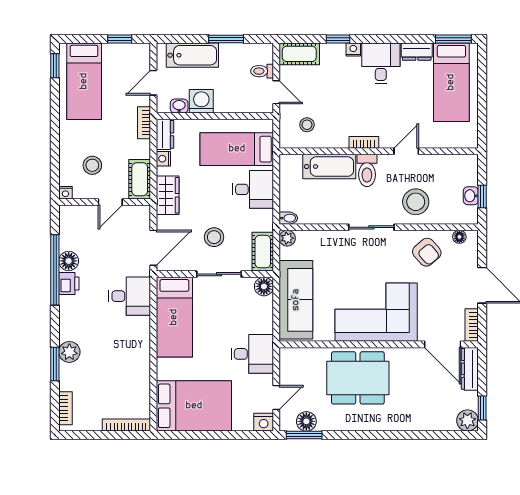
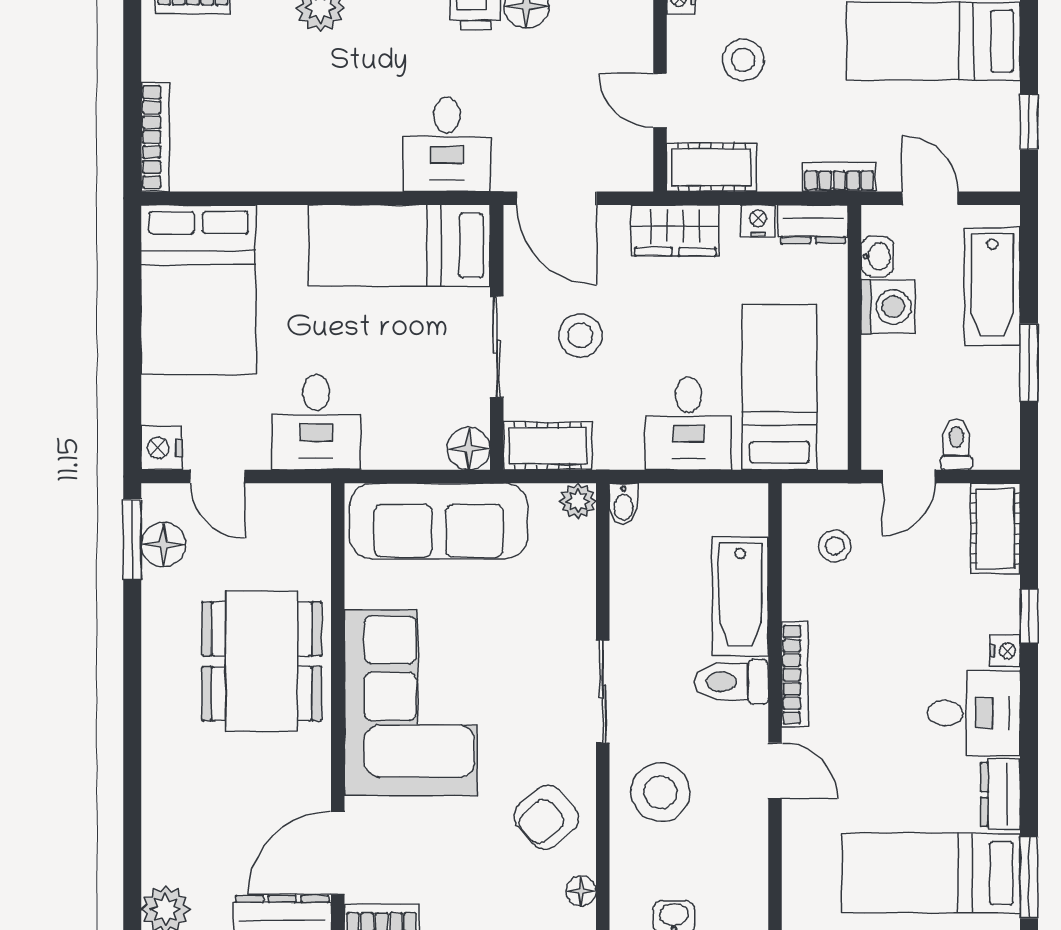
bookcase: (364, 142) -> (795, 675), width x1.56

